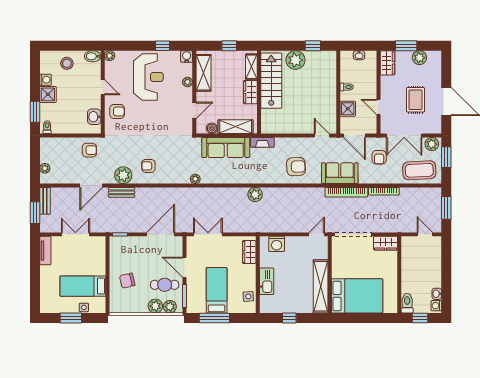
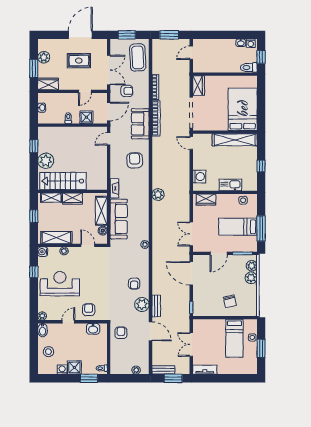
plant: (432, 144) -> (116, 47), removed
cafe table: (165, 285) -> (233, 270), removed

